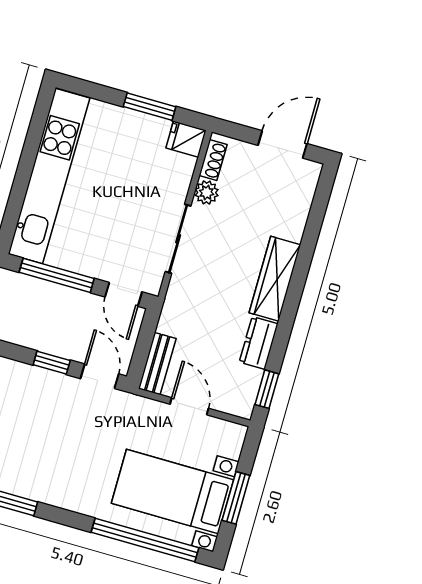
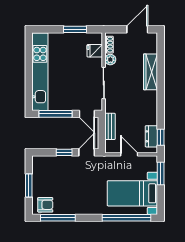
fridge: (186, 139) -> (95, 51), moved
wardrobe: (275, 279) -> (151, 72), moved
dresser: (259, 343) -> (151, 136), moved
bench: (157, 364) -> (110, 126), moved
door: (100, 376) -> (87, 152), hinge flipped
window: (236, 498) -> (161, 173), moved

